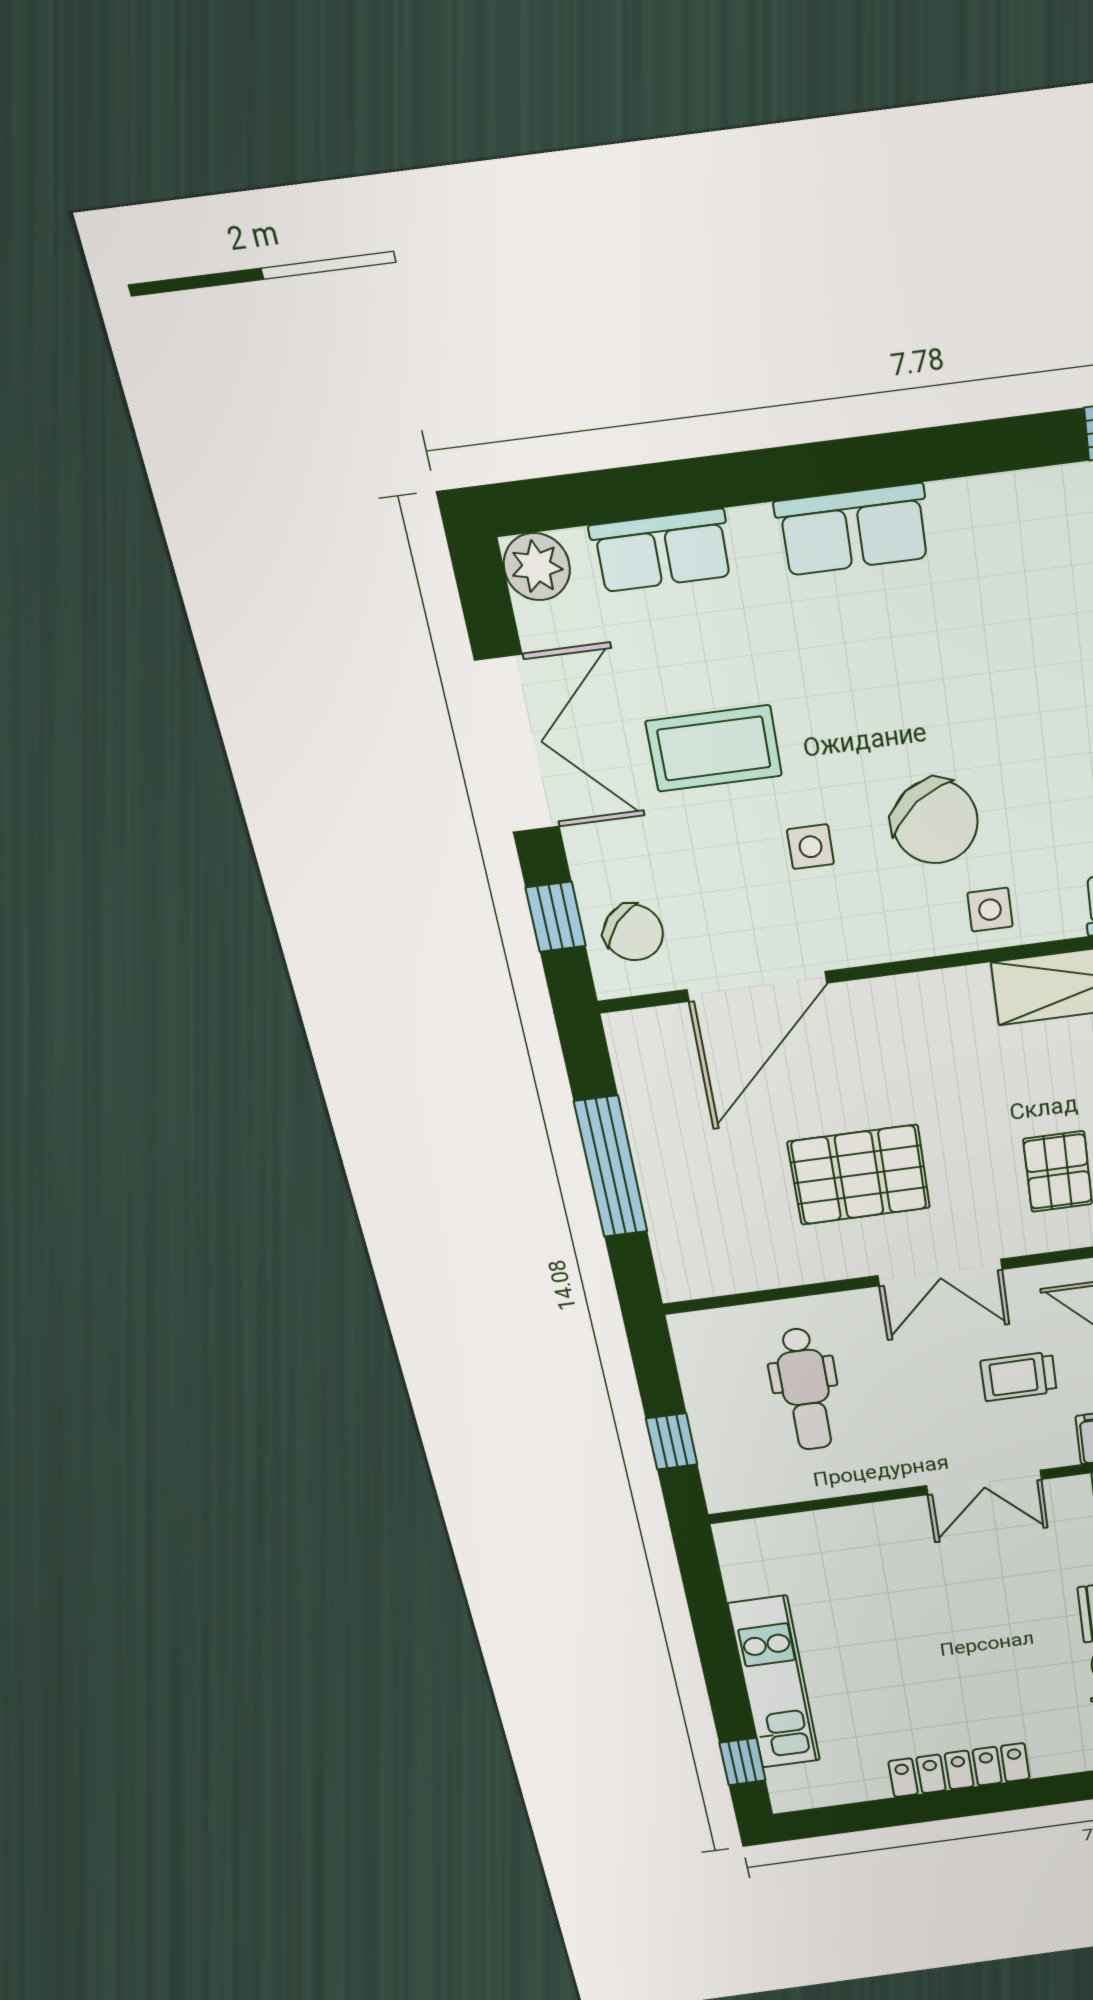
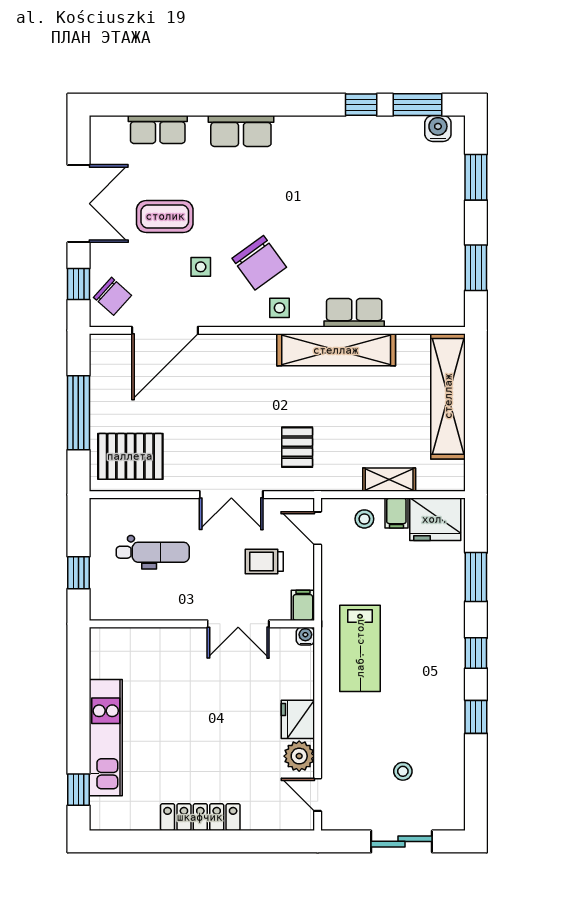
plant: (537, 567) -> (103, 129), removed
pallet: (859, 1175) -> (130, 456), moved
dental chair: (805, 1389) -> (153, 552), turned -90

